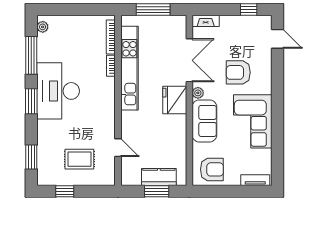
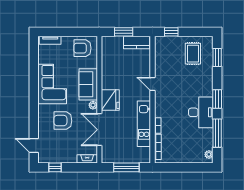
kitchen unit: (129, 68) -> (144, 124), width x0.73
armchair: (238, 72) -> (63, 121), turned 180
desk: (58, 91) -> (201, 112), width x0.73, depth x0.77
door: (118, 148) -> (153, 84), moved
rug: (79, 159) -> (193, 54), moved, turned 90
kitchen counter: (159, 177) -> (137, 43), moved
window: (65, 191) -> (171, 32), moved

